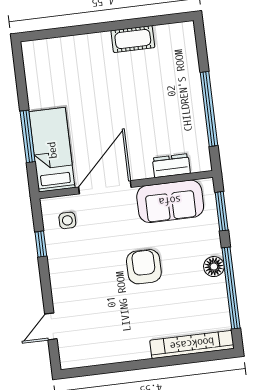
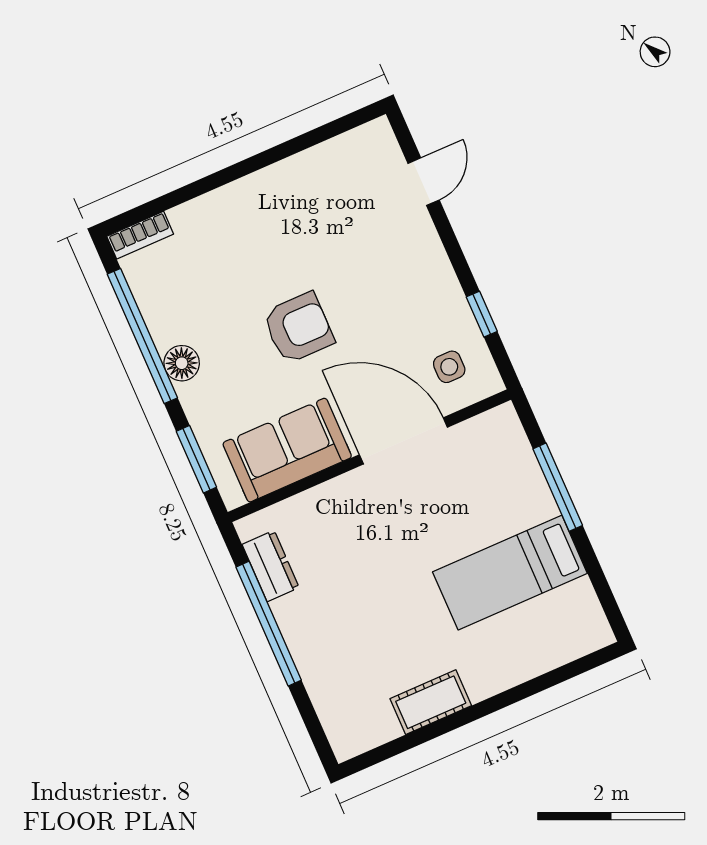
bed: (52, 150) -> (510, 573), moved, turned 90
dresser: (171, 166) -> (271, 566), moved, turned -90
door: (105, 187) -> (403, 441), swing flipped
armchair: (144, 267) -> (298, 328), turned -90
bookcase: (192, 344) -> (140, 235), width x0.43, depth x0.76

